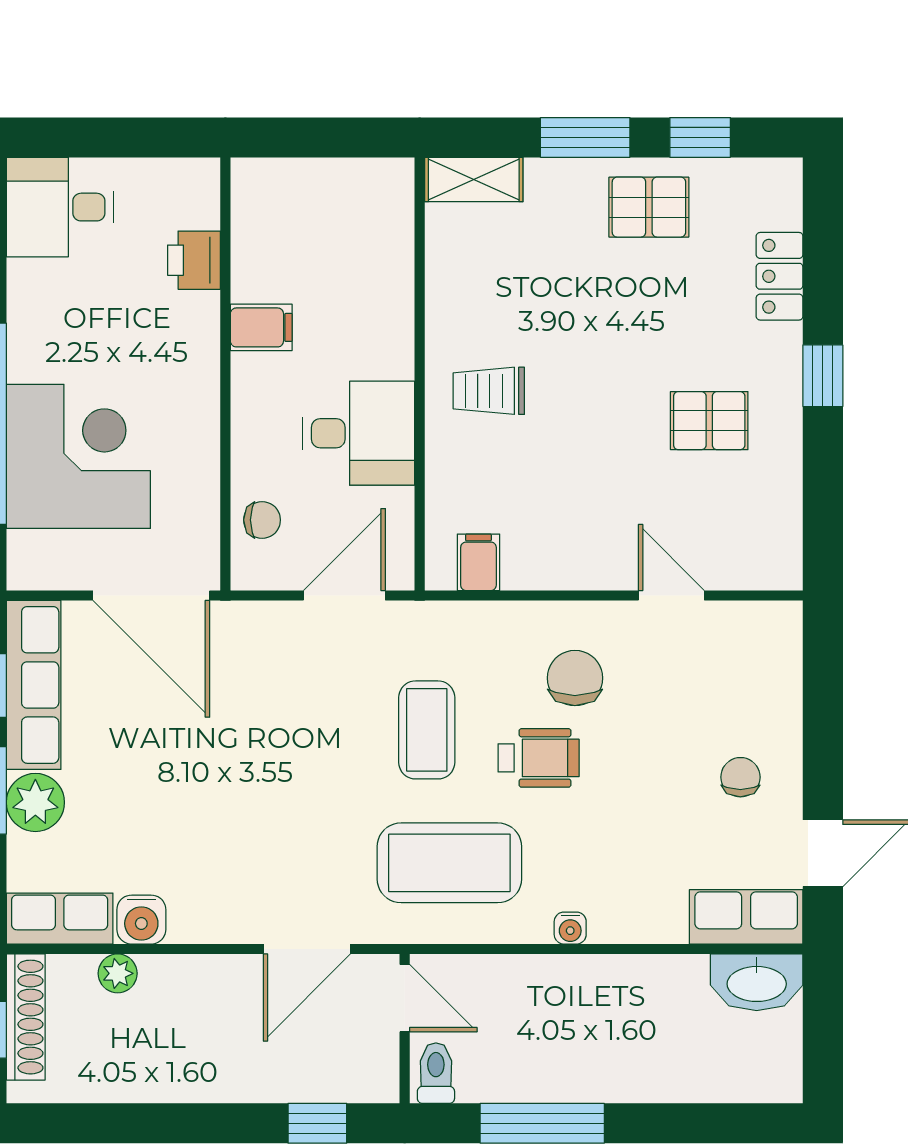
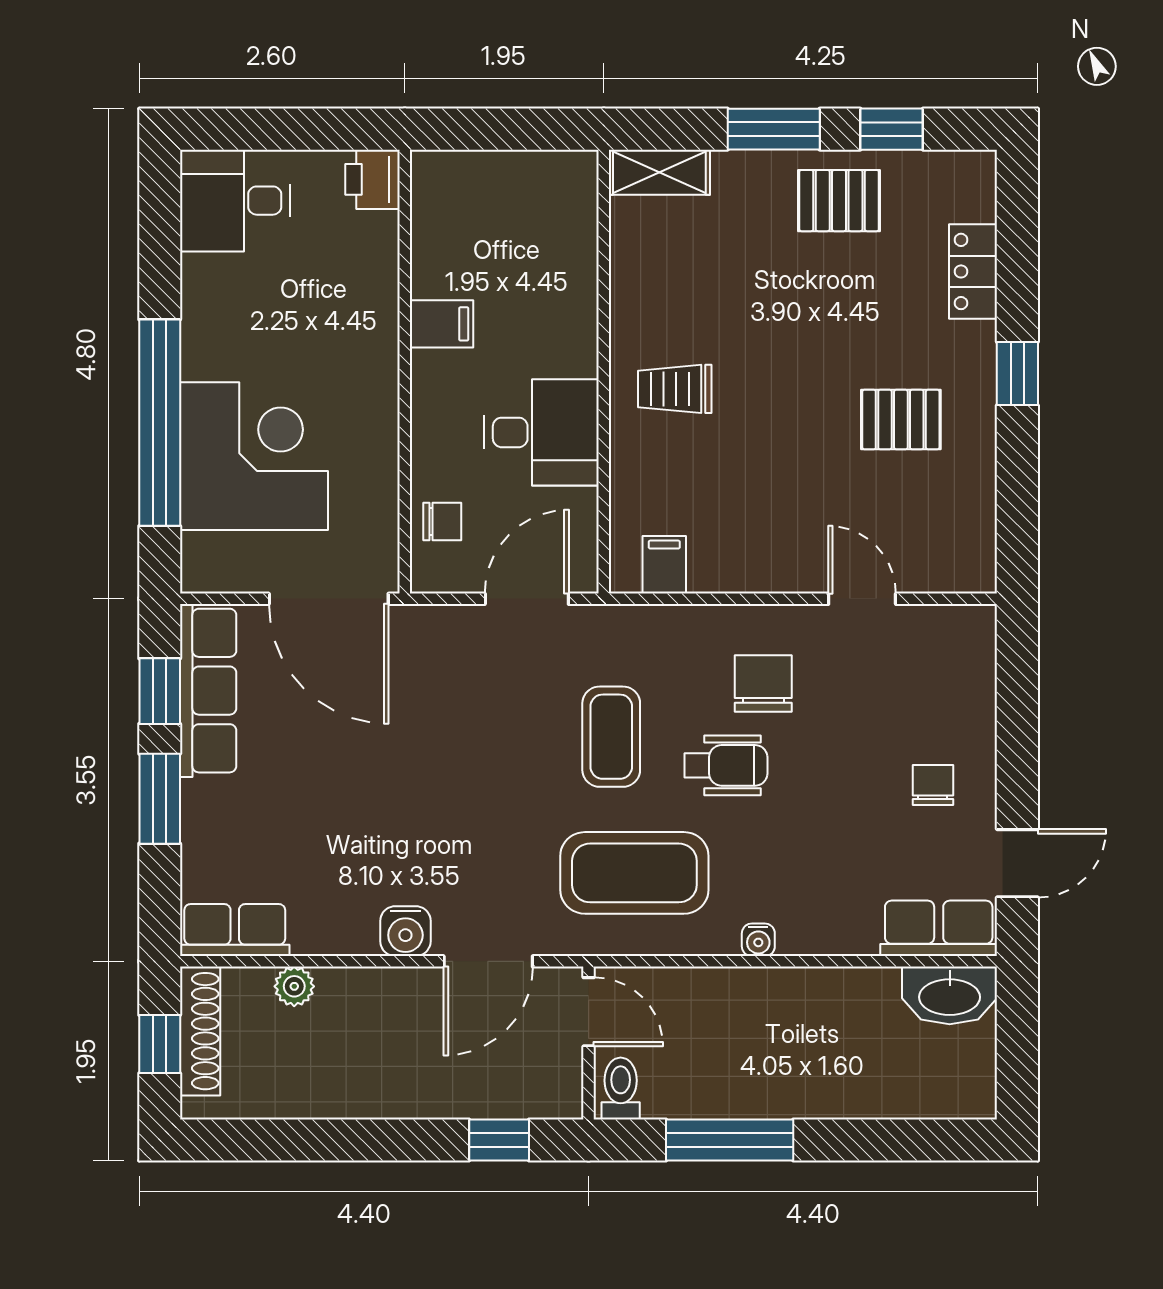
printer: (194, 260) -> (373, 179), moved
plant: (35, 802) -> (210, 811), removed
water cooler: (141, 920) -> (405, 931), moved

